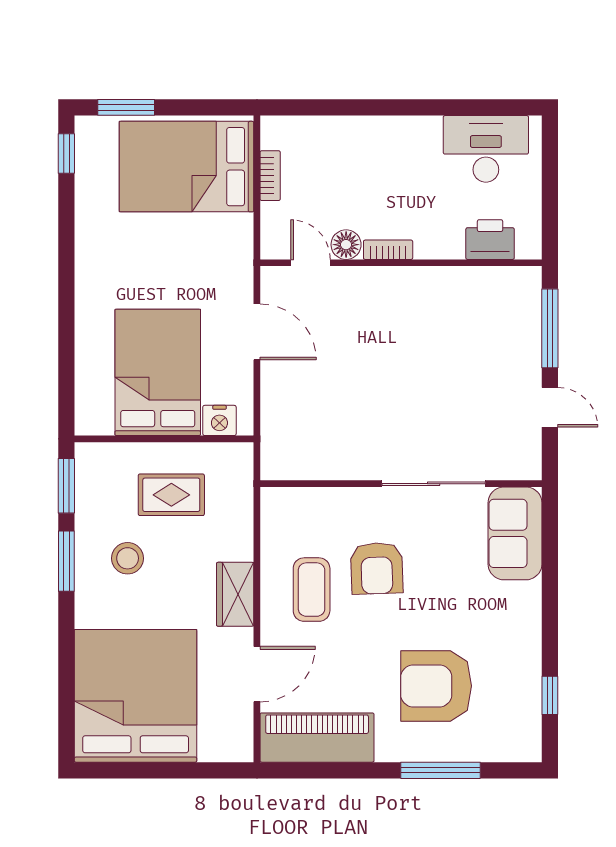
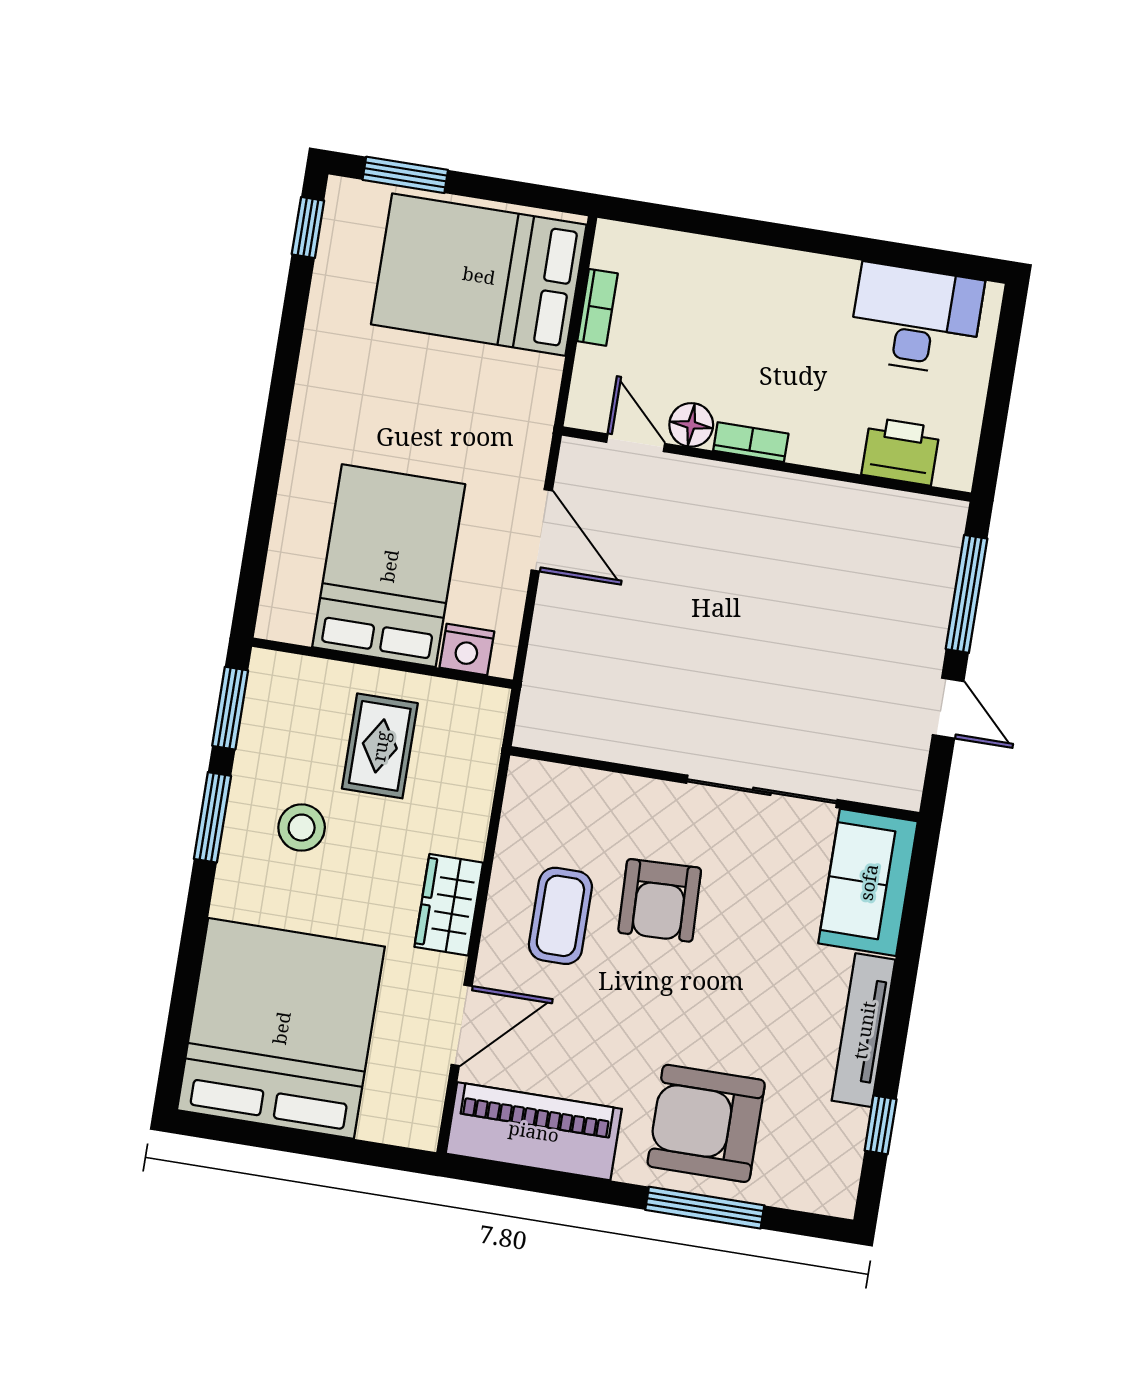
rug: (171, 495) -> (380, 746), turned 90
tv unit: (528, 633) -> (864, 1030), added
armchair: (436, 686) -> (706, 1123), moved

